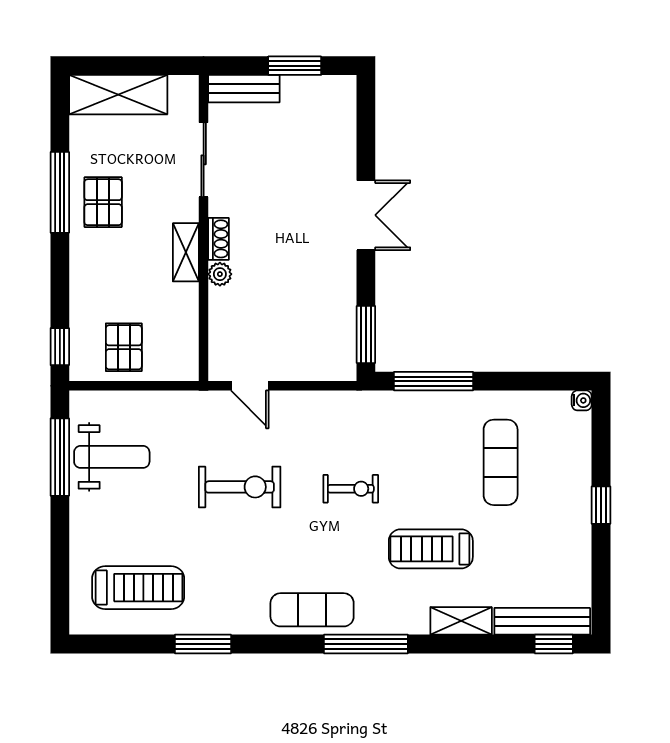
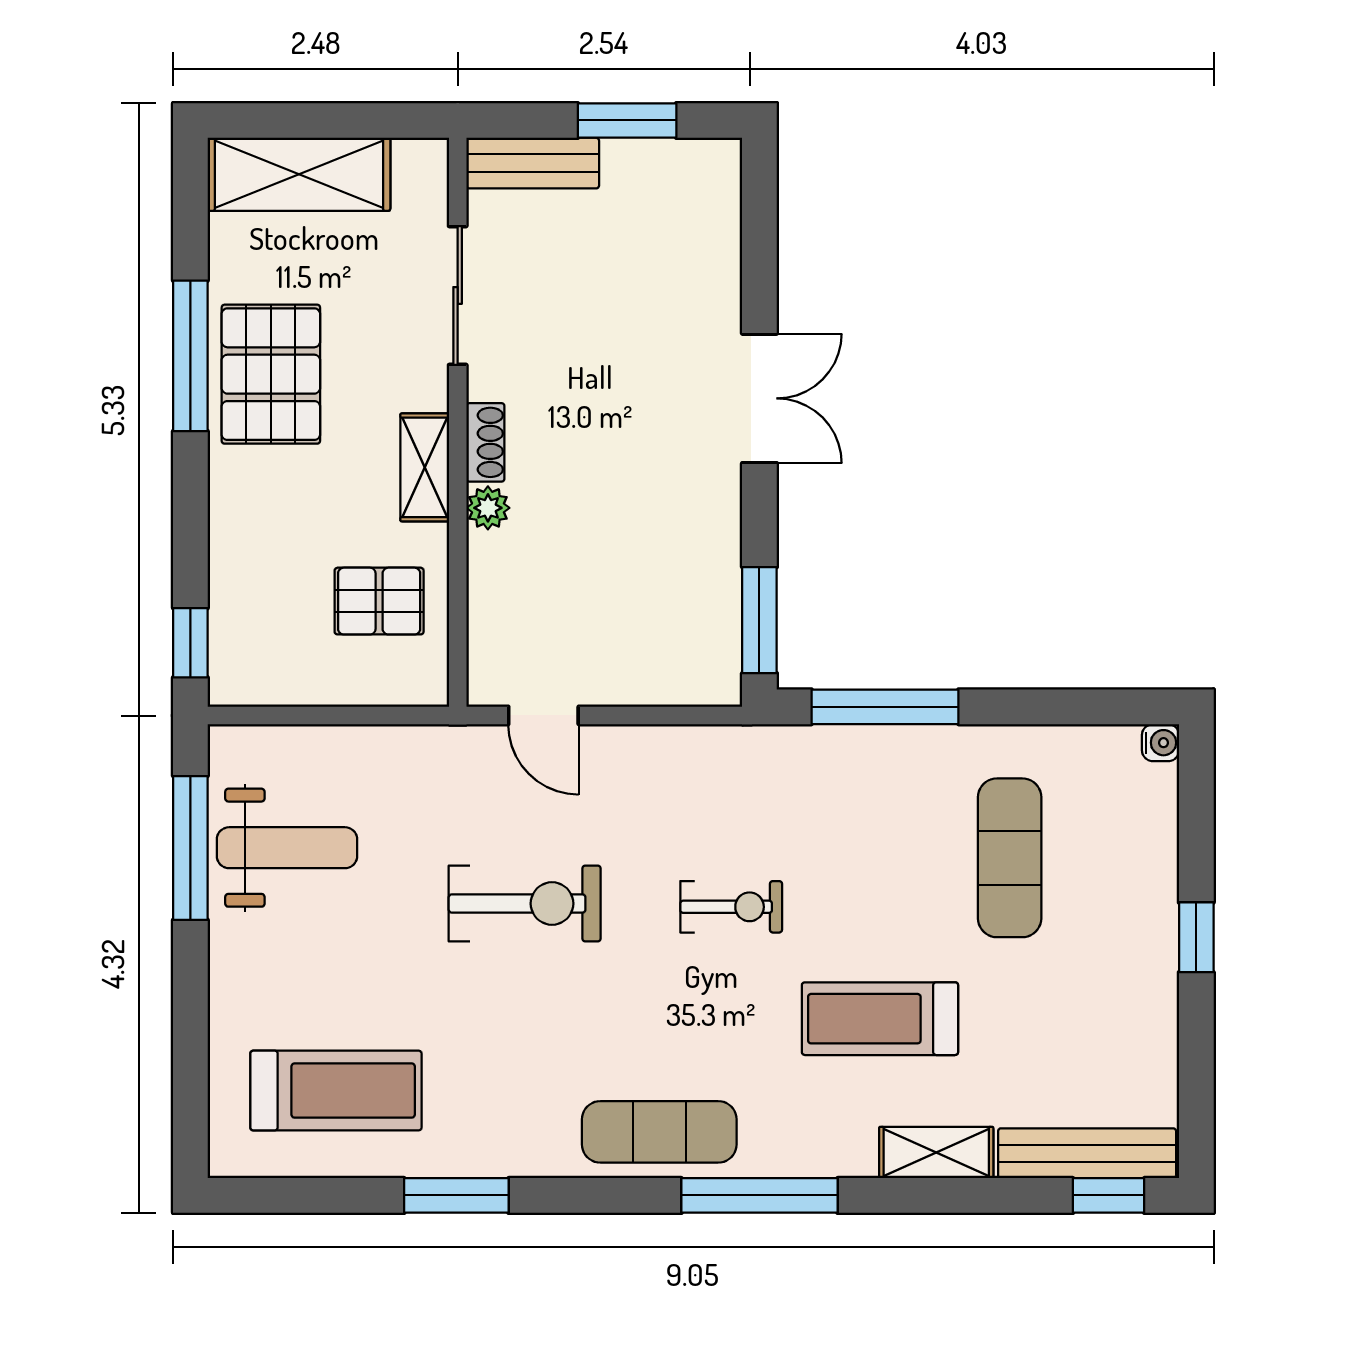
pallet: (103, 202) -> (271, 374), width x1.50, depth x1.42
pallet: (124, 347) -> (379, 601), moved, turned 90

